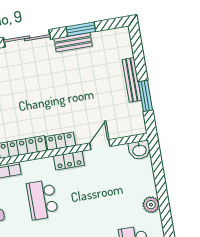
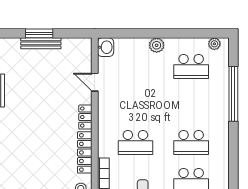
window: (145, 96) -> (39, 33), moved
locker: (69, 161) -> (104, 112), removed

